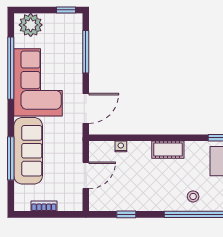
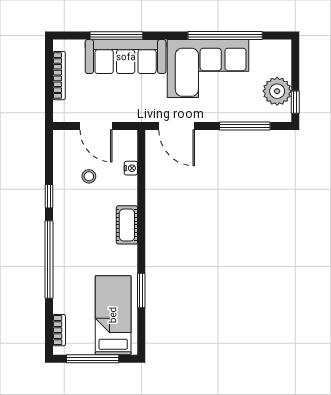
plant: (31, 25) -> (277, 91), moved
stool: (193, 196) -> (89, 176), moved
bookcase: (44, 206) -> (59, 76), width x1.56
window: (126, 214) -> (49, 196), moved

